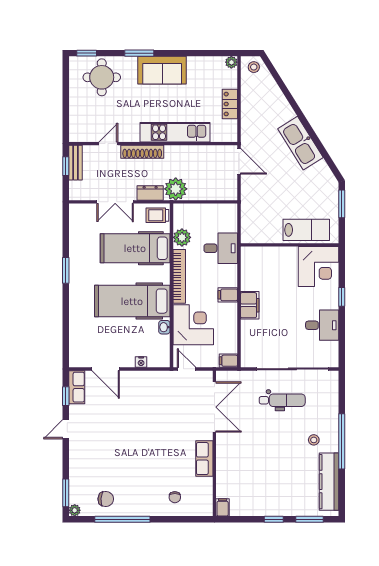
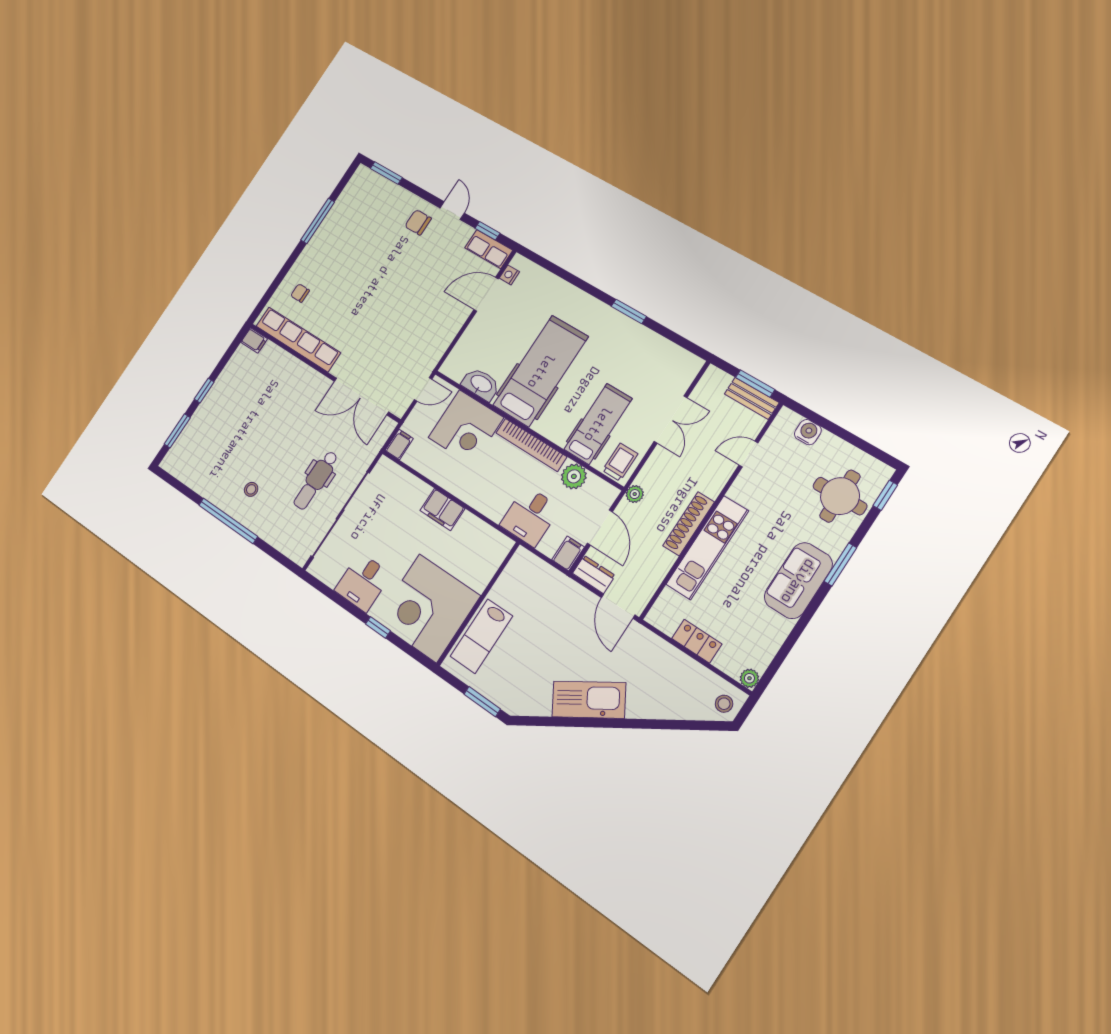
water cooler: (76, 118) -> (808, 432), added
door: (108, 144) -> (748, 454), swing flipped
shoe rack: (142, 152) -> (689, 524), moved
door: (239, 161) -> (618, 606), hinge flipped
window: (66, 166) -> (755, 384), width x1.50
plant: (176, 189) -> (635, 494), width x0.53, depth x0.53
dresser: (150, 193) -> (594, 574), moved, turned -90
double door: (115, 202) -> (671, 420), swing flipped
door: (202, 202) -> (600, 527), added
hospital bed: (135, 248) -> (598, 424), width x0.73, depth x0.78
corner desk: (318, 266) -> (428, 608), width x1.36, depth x1.36
filing cabinet: (228, 295) -> (568, 553), moved
washbasin: (164, 327) -> (481, 384), width x1.91, depth x1.45
nightstand: (141, 362) -> (509, 275), moved
row of seats: (204, 459) -> (298, 339), width x2.02
kitchen counter: (329, 482) -> (198, 478), removed
chair: (106, 499) -> (418, 222), moved, turned 86
plant: (75, 510) -> (362, 173), removed
window: (122, 519) -> (318, 221), width x0.68

